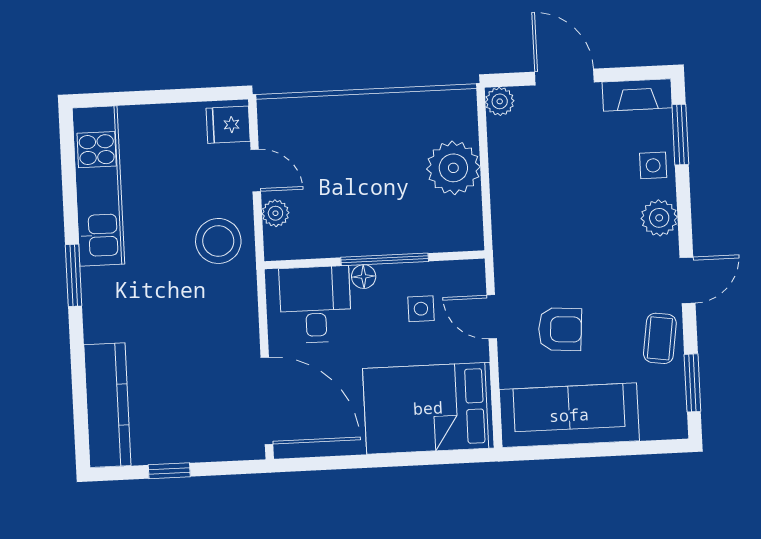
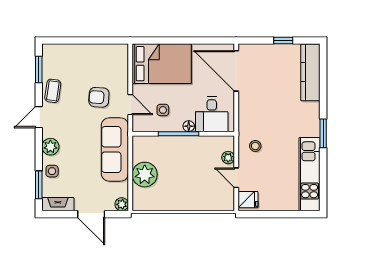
stool: (218, 241) -> (255, 146), width x0.53, depth x0.53
sofa: (569, 415) -> (115, 149), moved, turned 90

